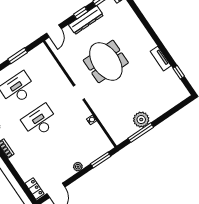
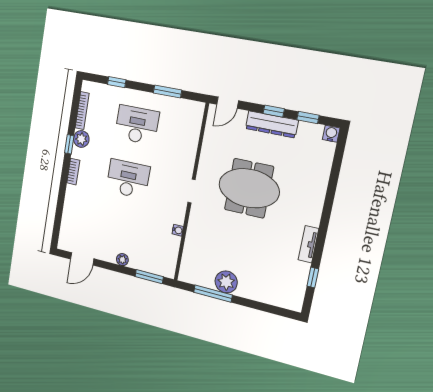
meeting table: (106, 61) -> (249, 188), turned 90
locker: (35, 189) -> (65, 236), removed

